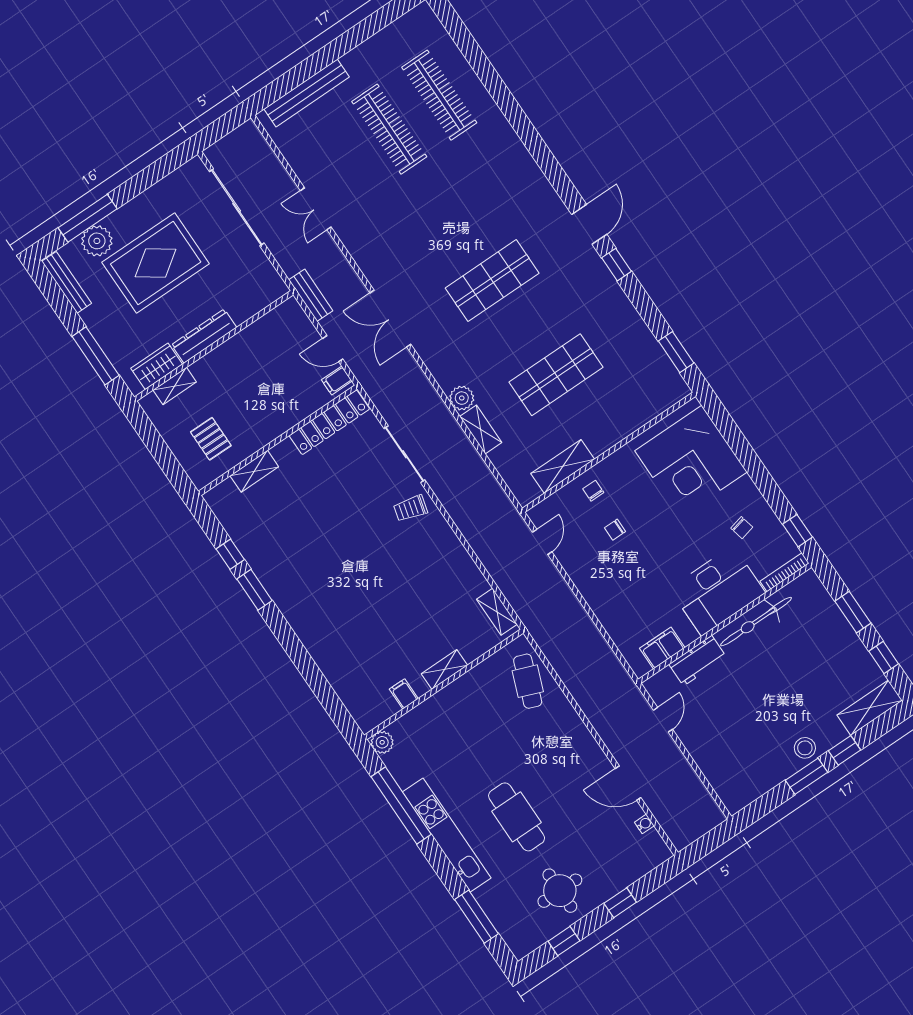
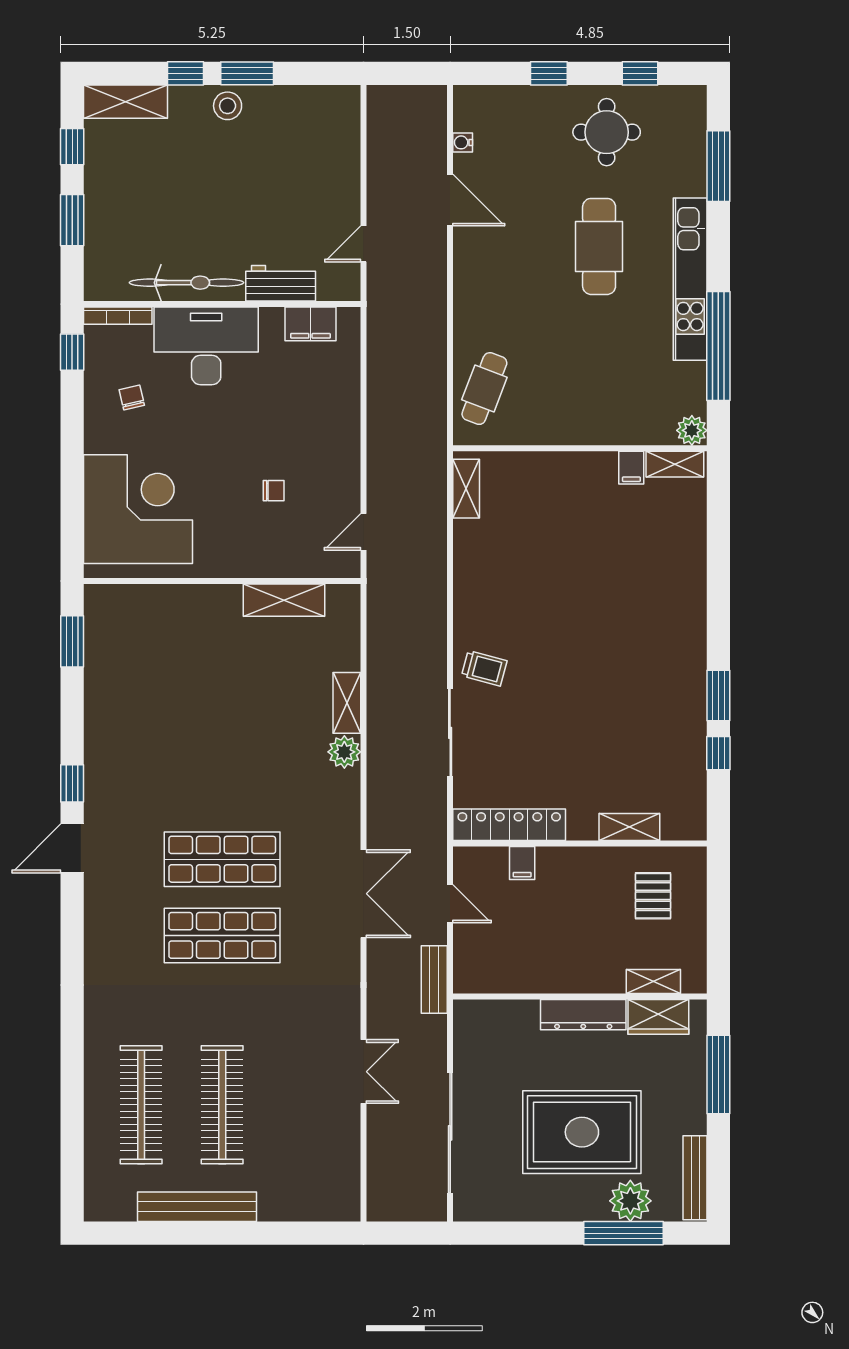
bench: (307, 93) -> (197, 1207), moved
shop shelf: (556, 375) -> (222, 935), moved
filing cabinet: (337, 380) -> (522, 863), moved, turned 90
chair: (593, 491) -> (268, 550), removed
shelving: (444, 669) -> (675, 464), moved

